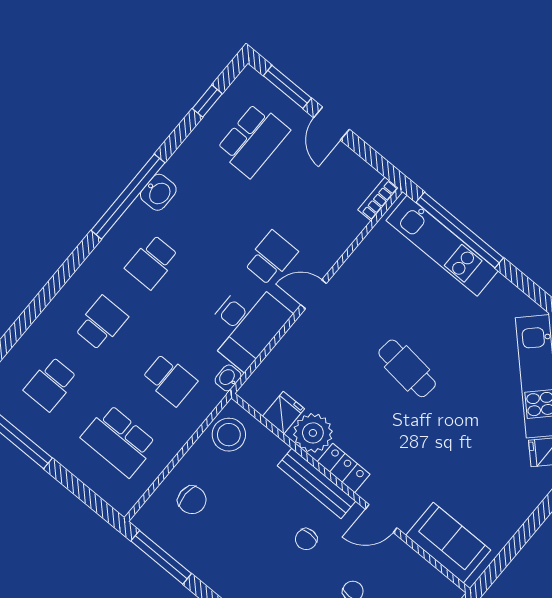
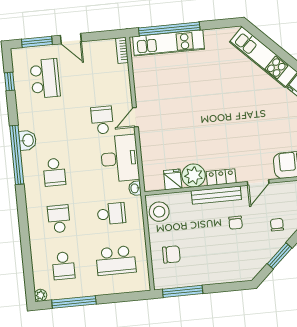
cafe table: (407, 368) -> (206, 109), removed

